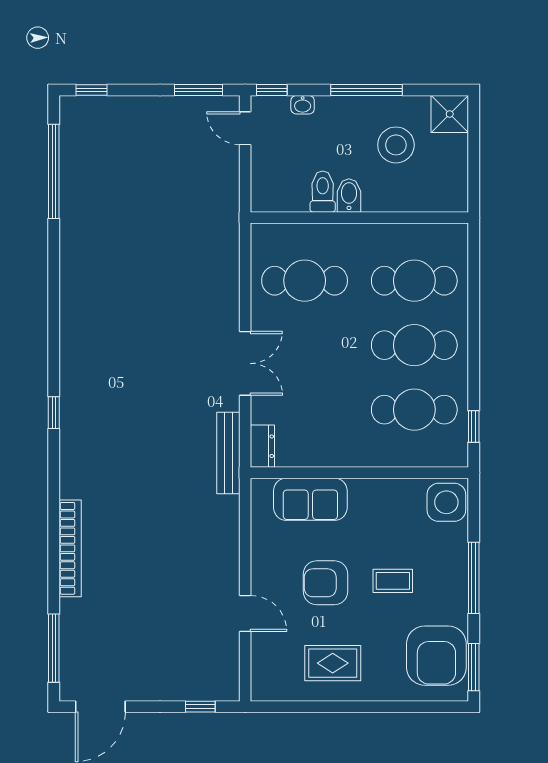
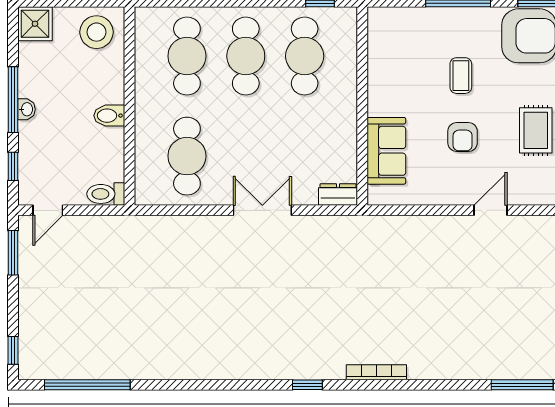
window: (272, 90) -> (13, 166), moved
washbasin: (303, 105) -> (26, 109), moved
stool: (396, 145) -> (96, 32), moved
toilet: (323, 192) -> (106, 194), moved
bench: (228, 453) -> (344, 226), removed
side table: (446, 502) -> (389, 27), removed
bookcase: (70, 548) -> (376, 372), moved, width x0.68, depth x0.76
armchair: (326, 583) -> (463, 137), width x0.72, depth x0.72

